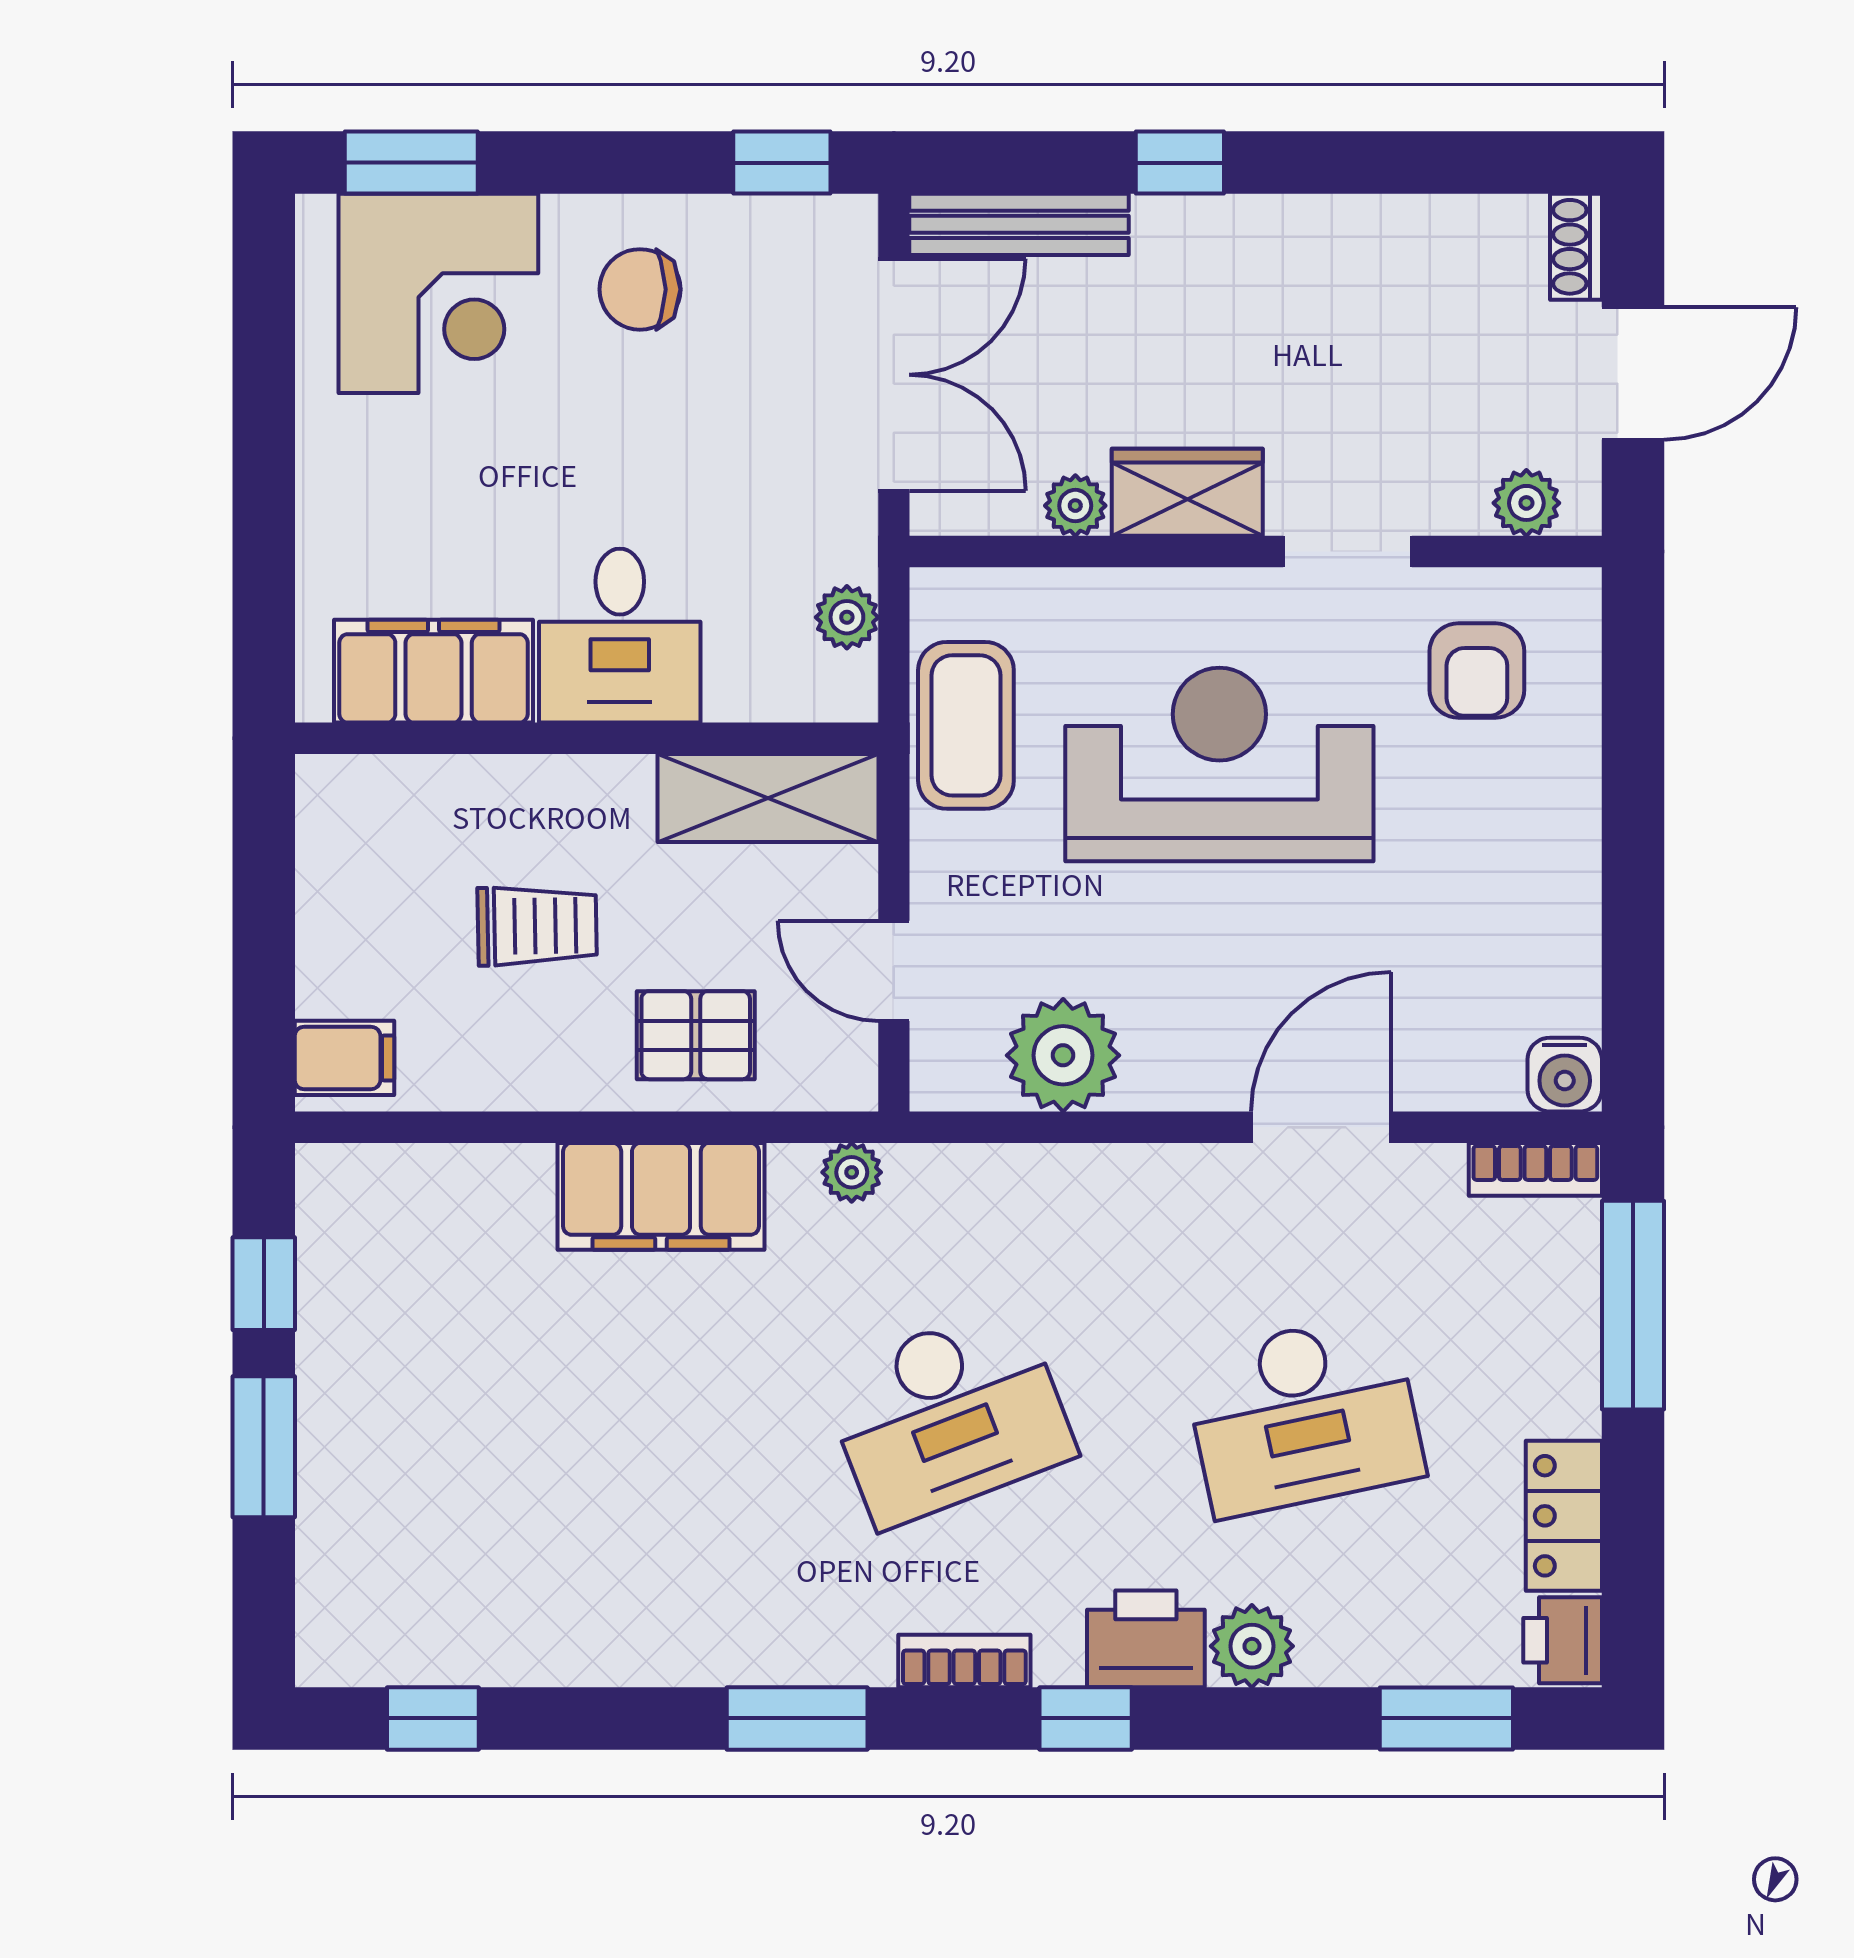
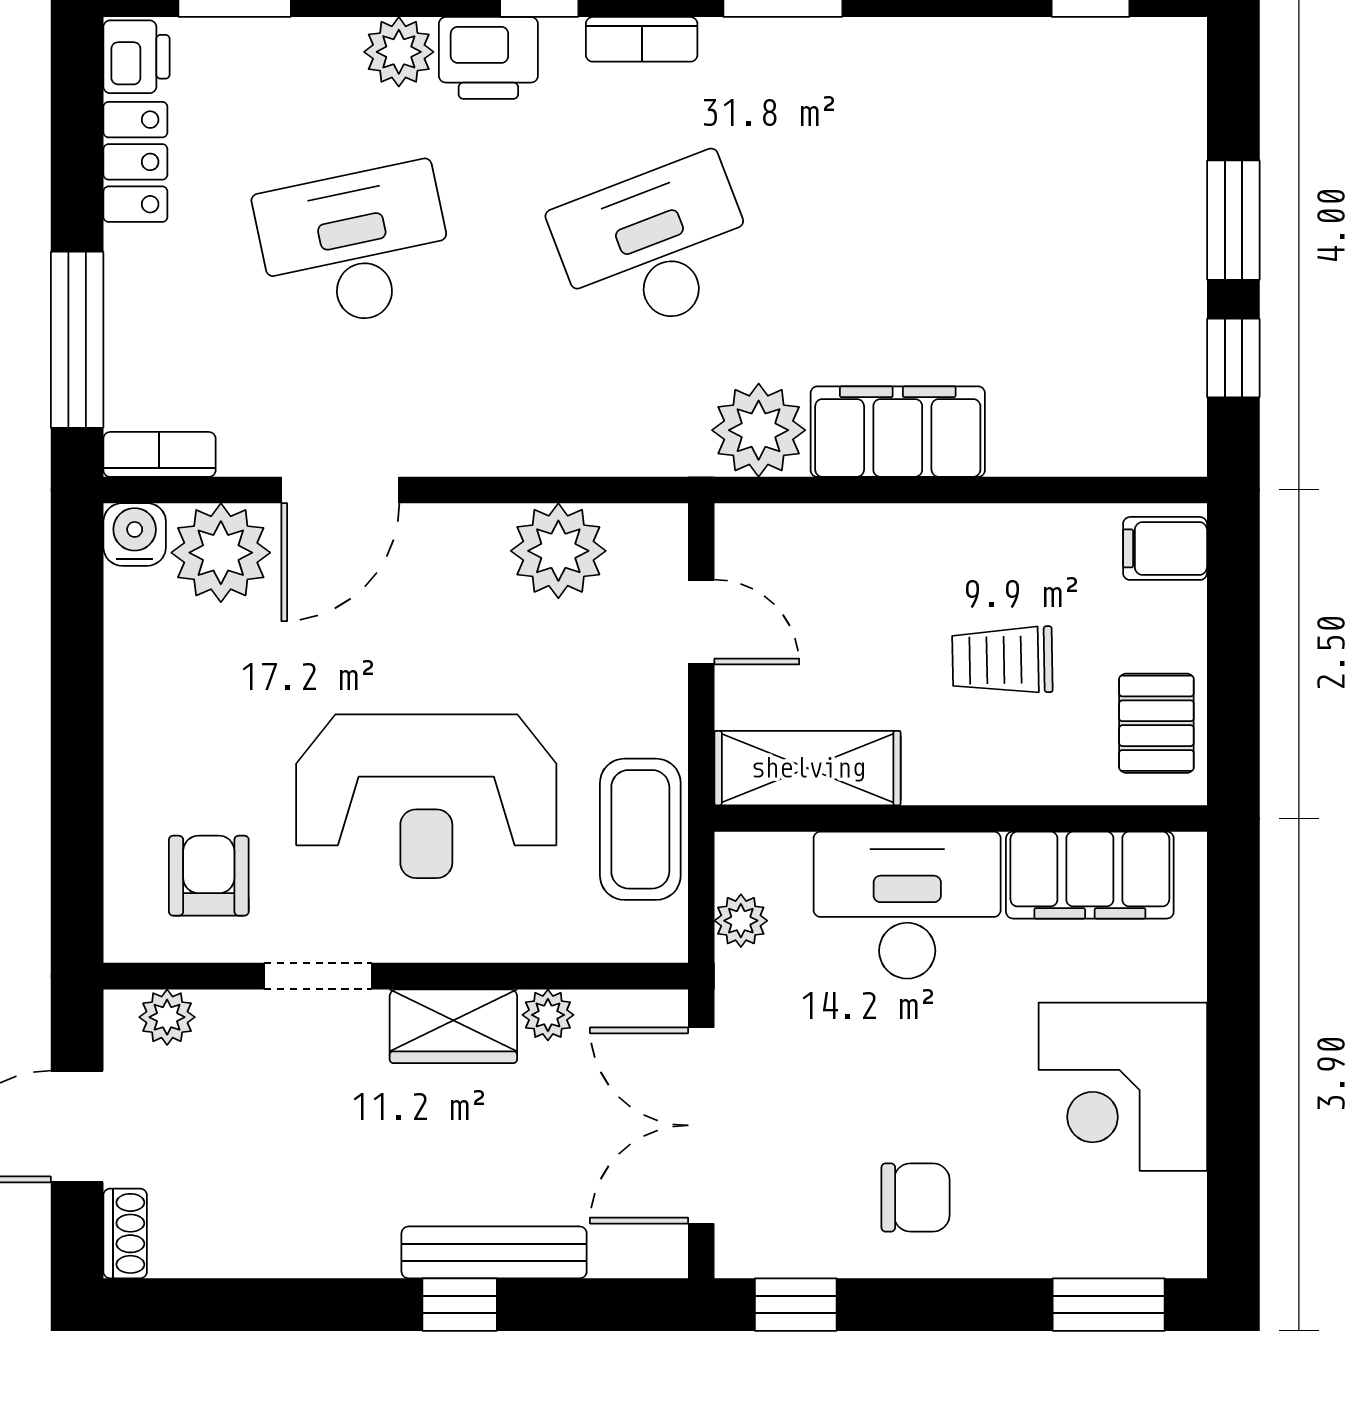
bench: (1019, 224) -> (494, 1252), moved
corner desk: (438, 293) -> (1123, 1087), moved, turned -90
desk: (620, 636) -> (907, 905), width x1.37
pallet: (696, 1035) -> (1156, 723), moved, turned 90
plant: (1463, 1053) -> (221, 553), added
plant: (852, 1172) -> (759, 430), width x1.88, depth x1.88

